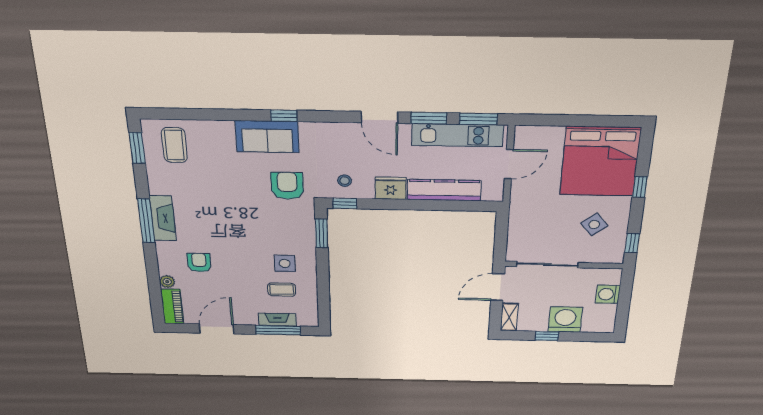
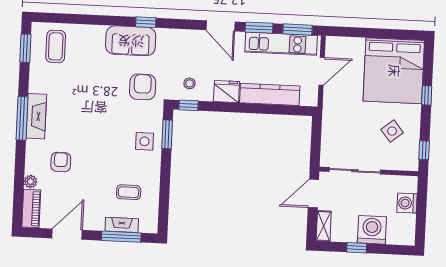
side table: (285, 263) -> (145, 141), moved

